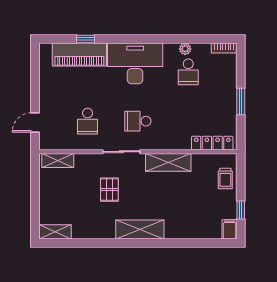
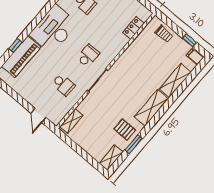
school desk: (138, 121) -> (88, 56), turned 180
locker: (212, 143) -> (134, 28), width x0.66
shelving: (168, 162) -> (175, 81), moved
pallet: (109, 190) -> (125, 130), moved
window: (88, 243) -> (134, 144), added

